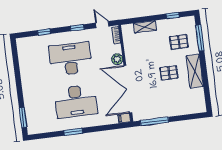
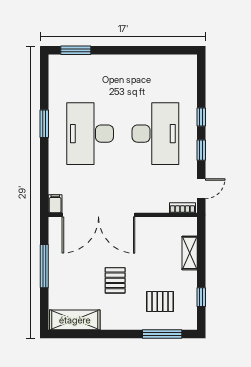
window: (44, 32) -> (201, 117), moved
pallet: (179, 42) -> (160, 301), turned 90
plant: (117, 59) -> (146, 204), removed
shelving: (195, 71) -> (75, 320), moved
double door: (128, 89) -> (98, 215), swing flipped
window: (154, 121) -> (44, 266), moved

